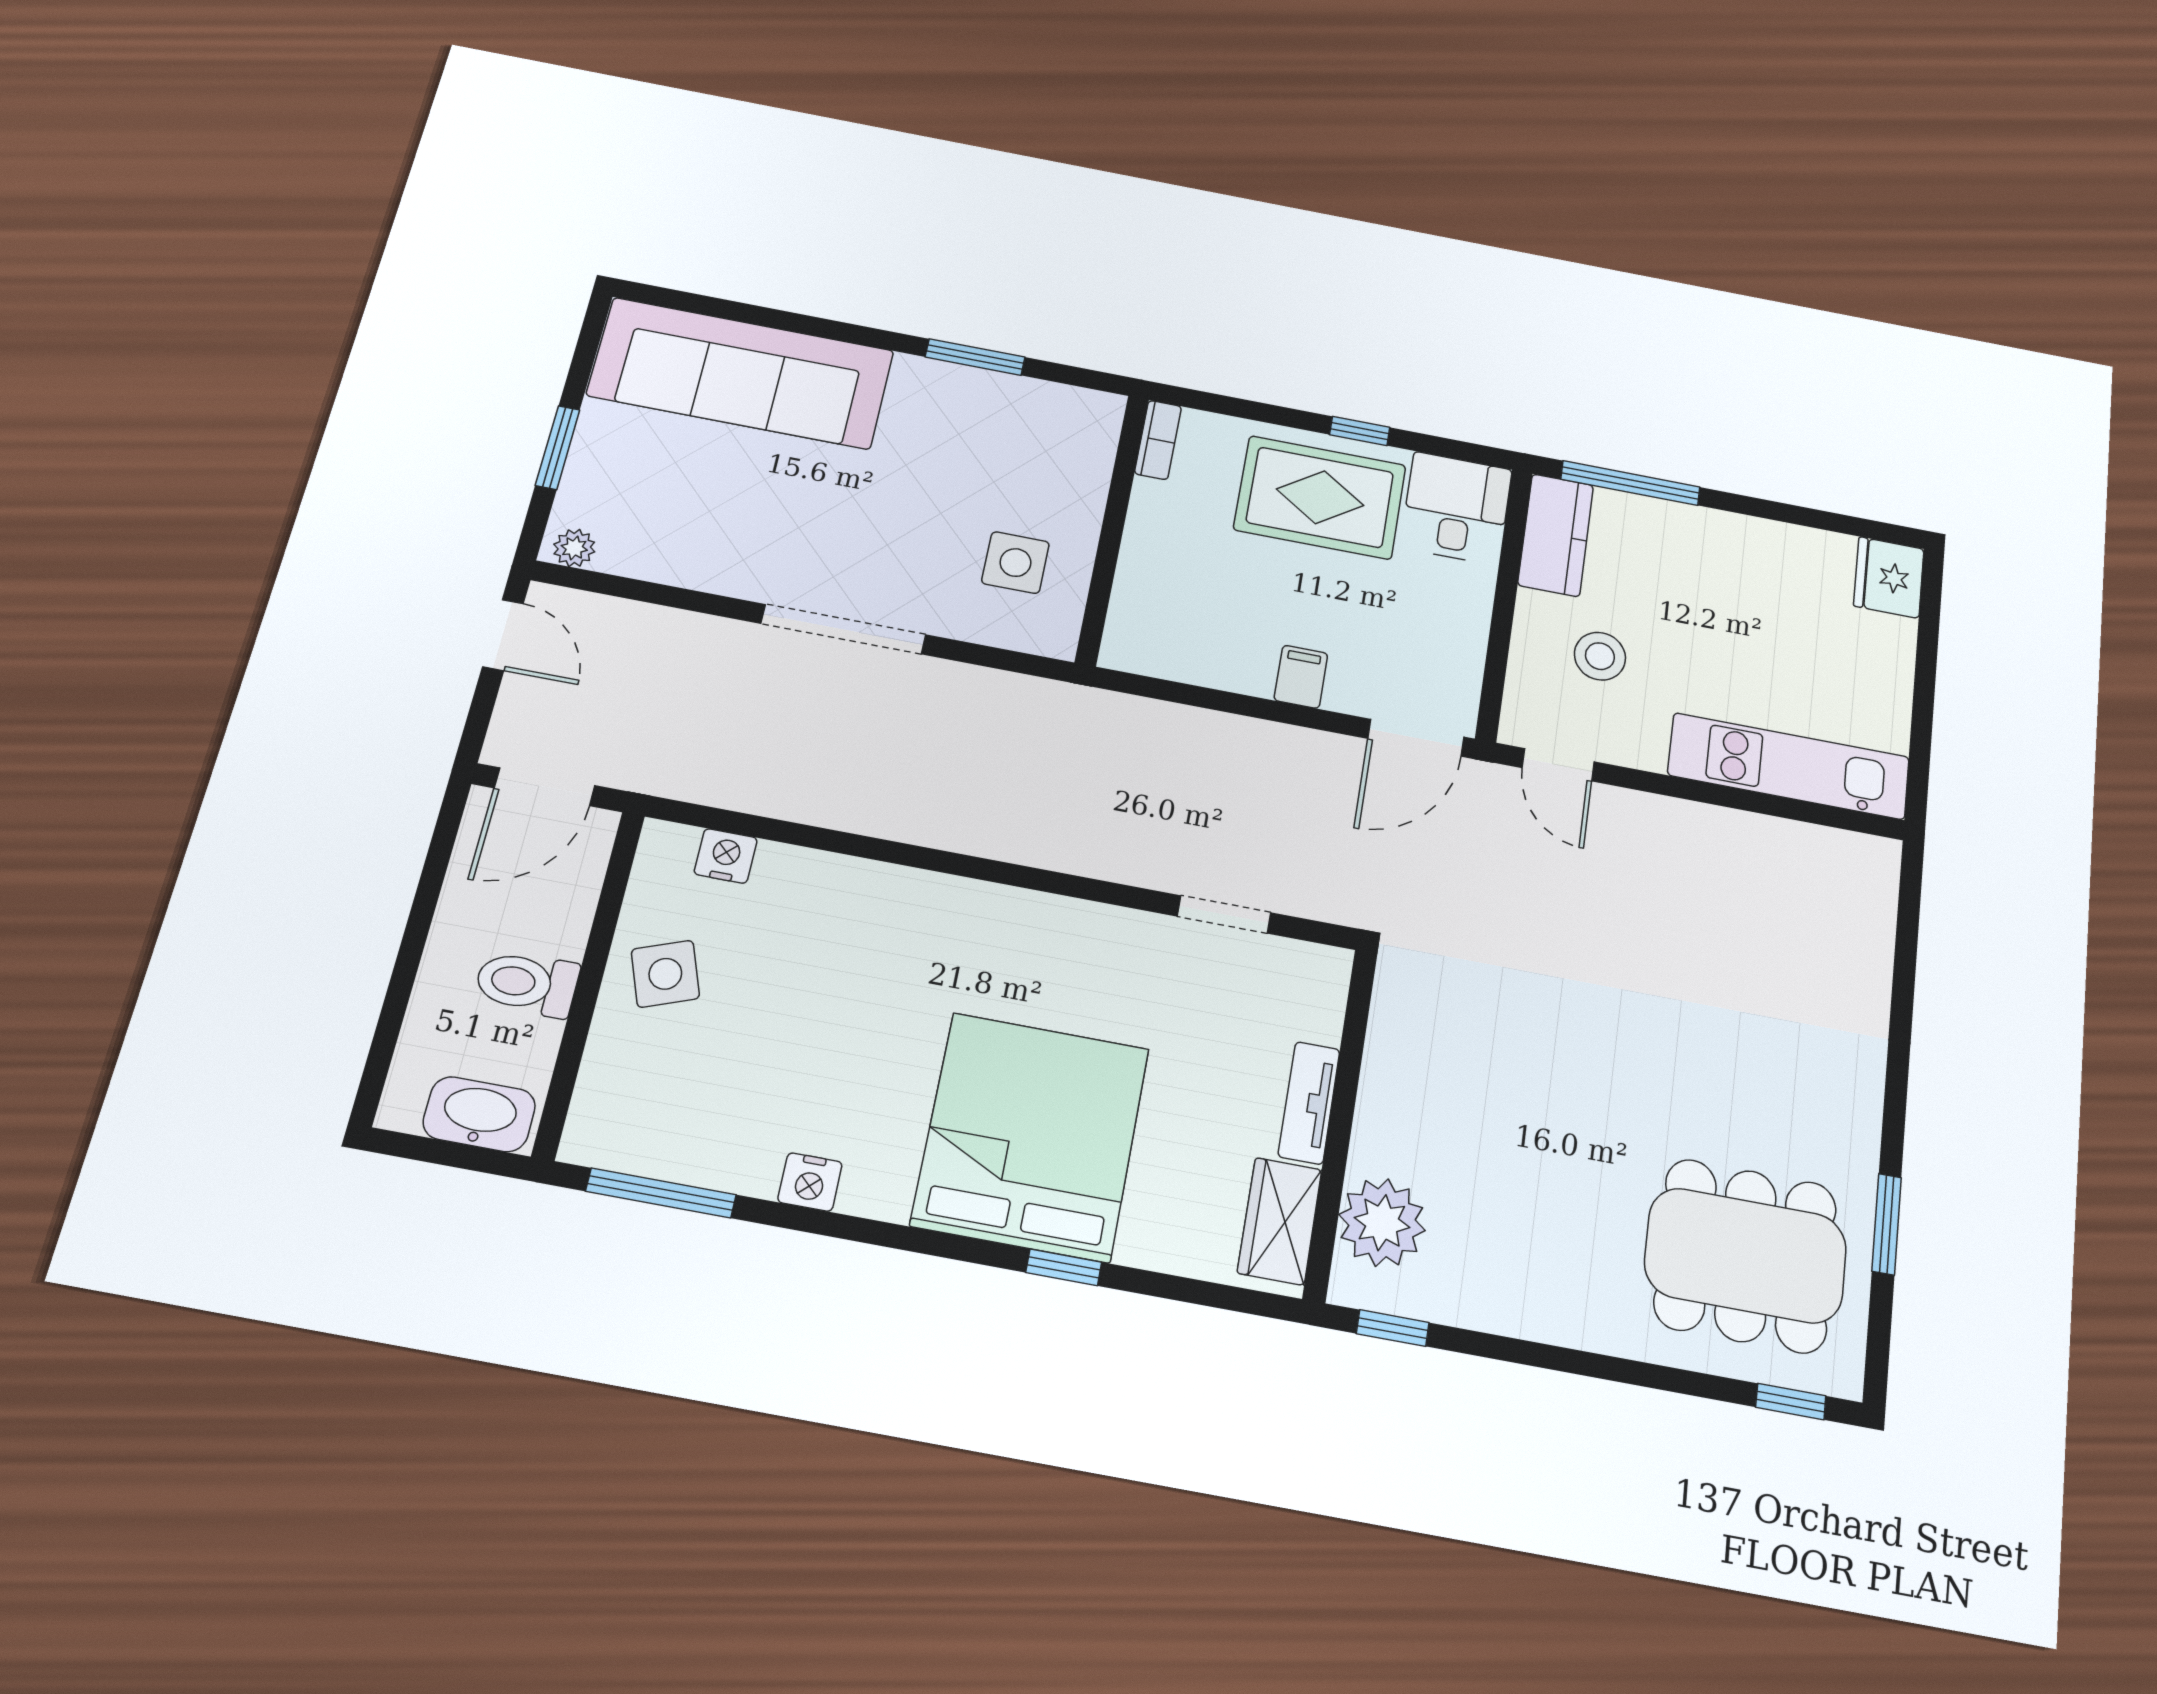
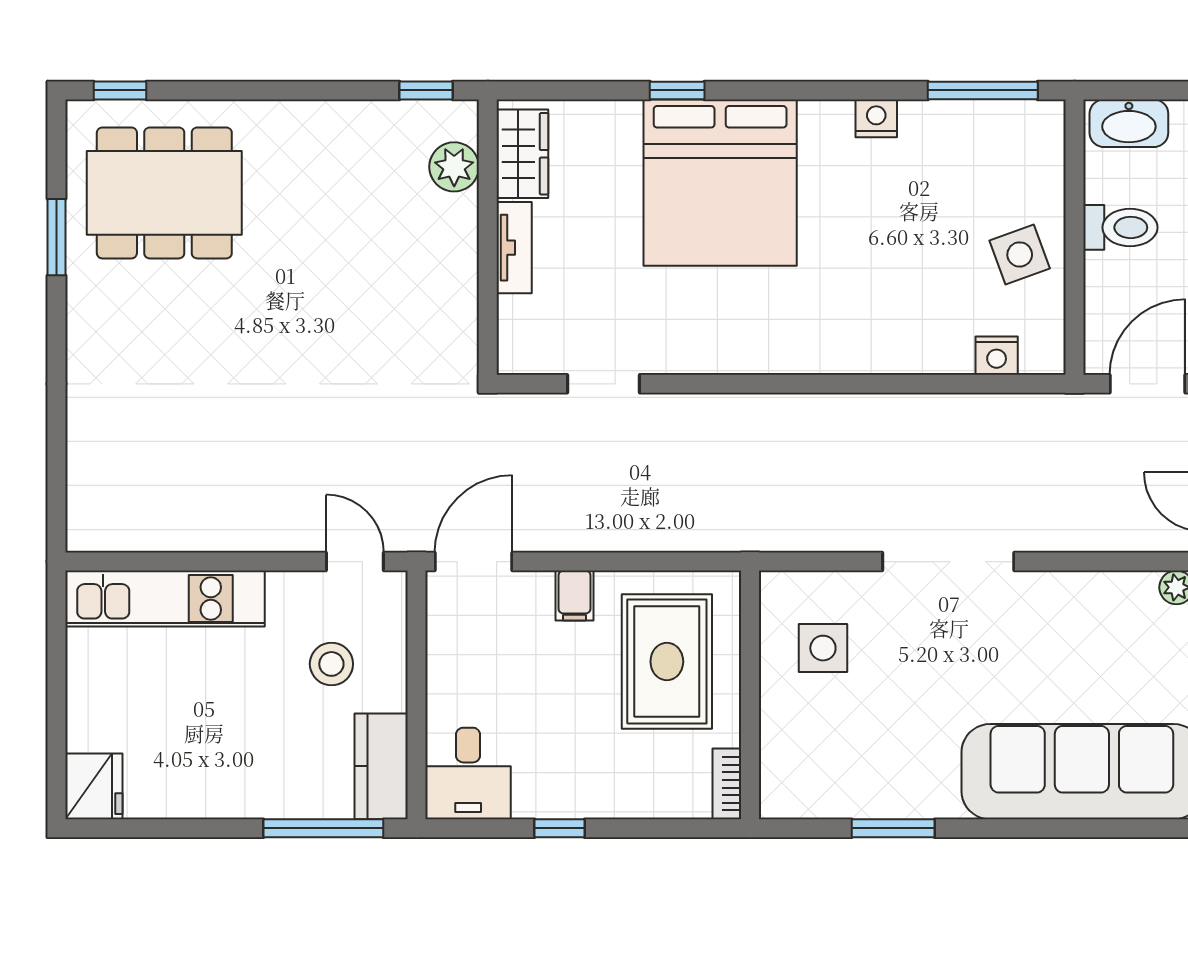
rug: (1320, 497) -> (667, 662), moved, turned 90
plant: (1382, 1223) -> (454, 167), width x0.73, depth x0.73

